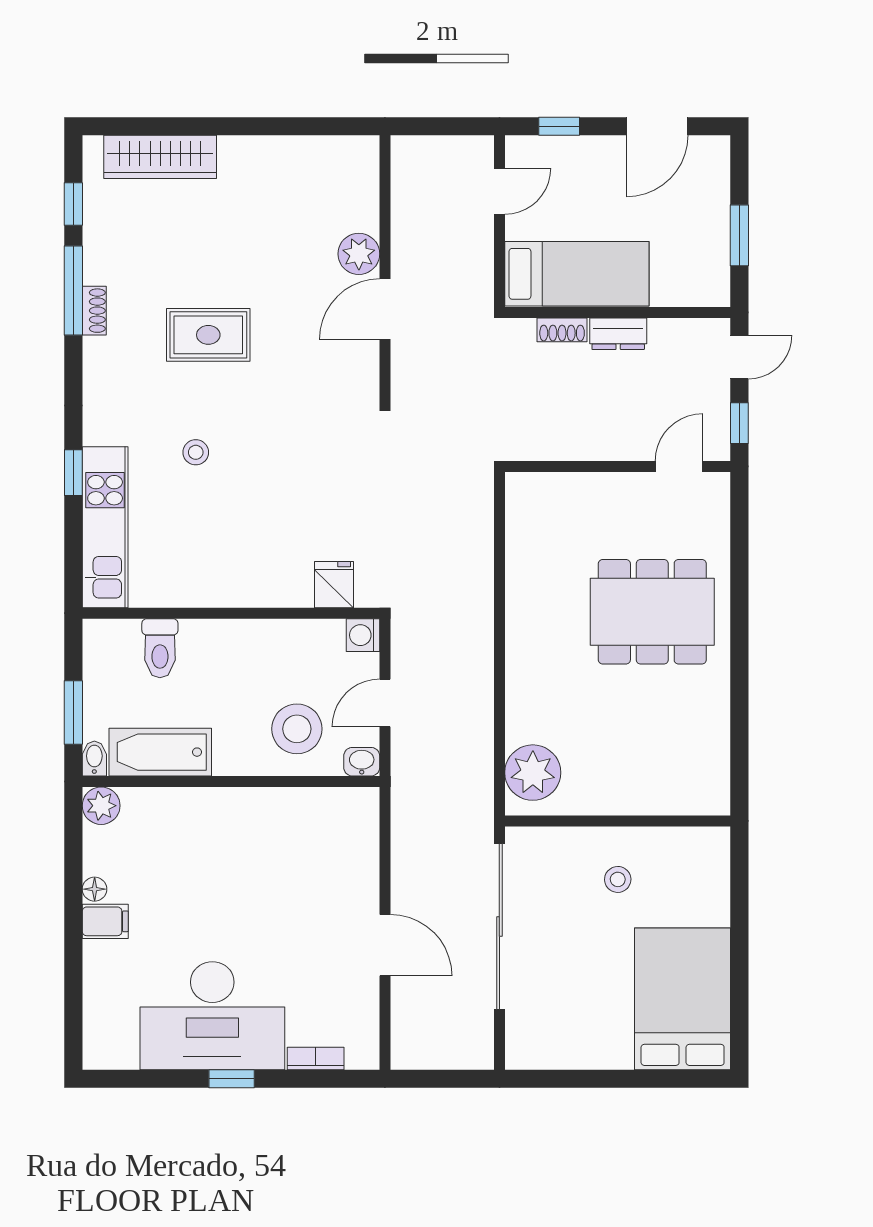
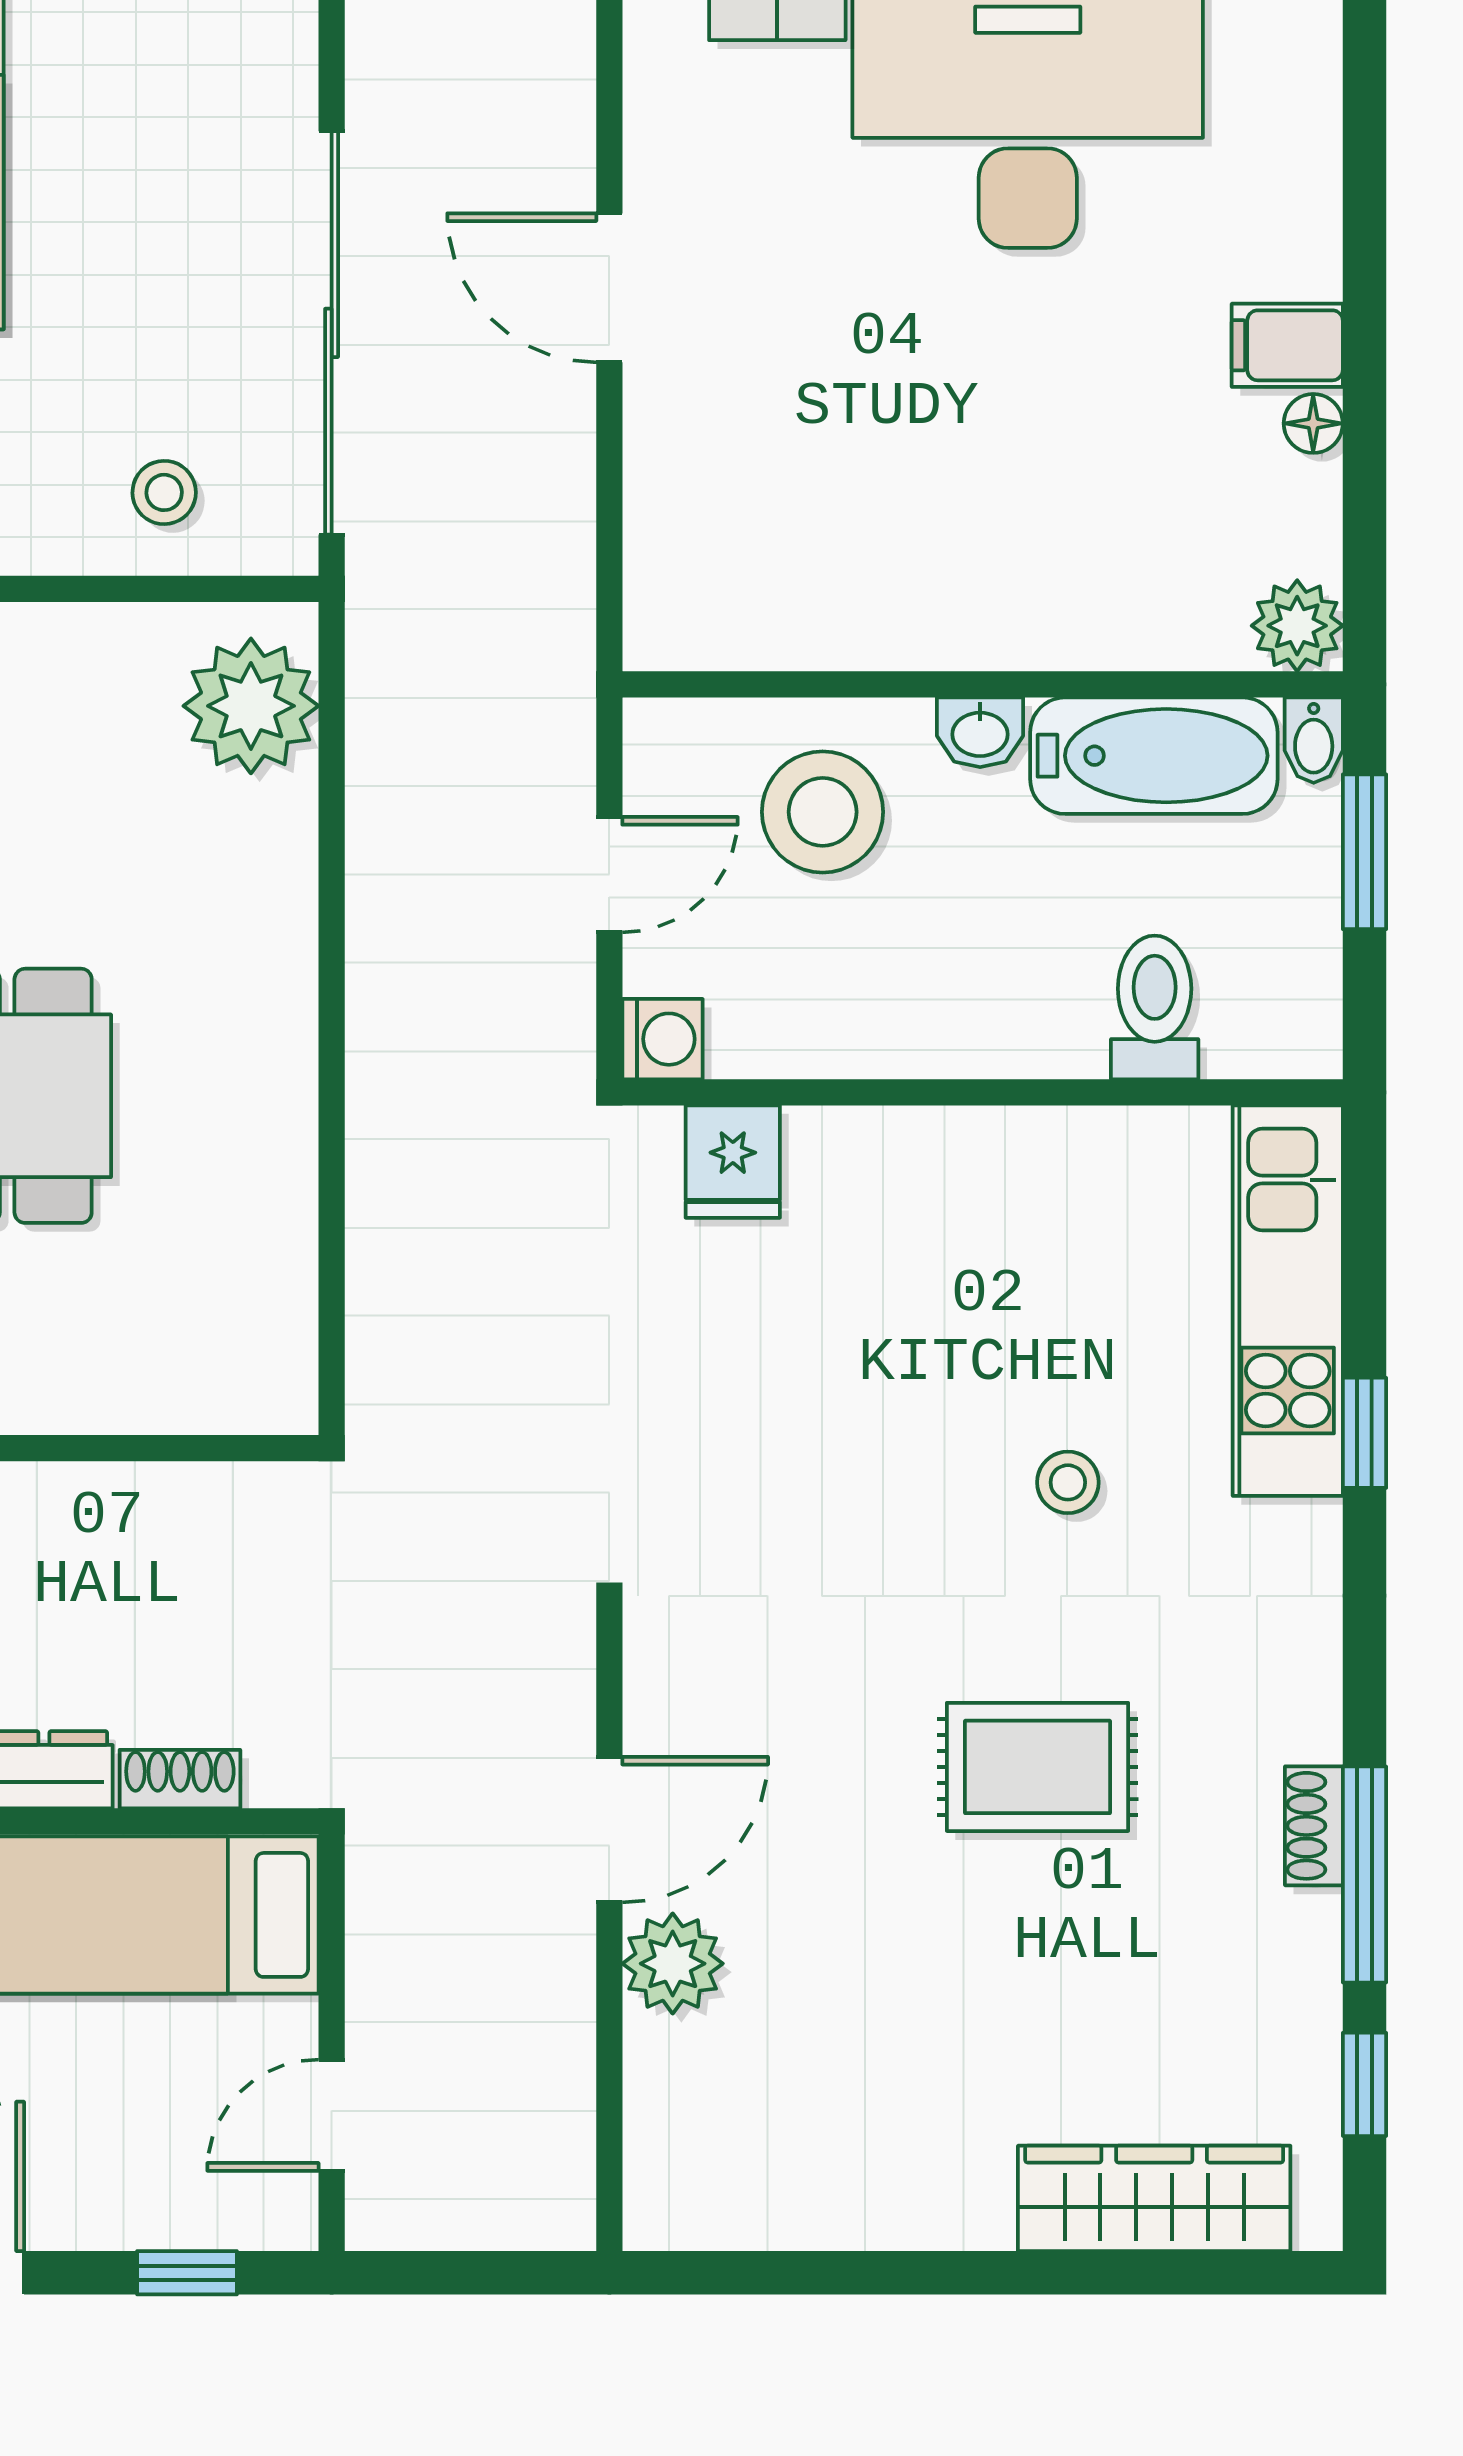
washbasin: (362, 762) -> (980, 732), moved
stool: (618, 879) -> (164, 492), moved

